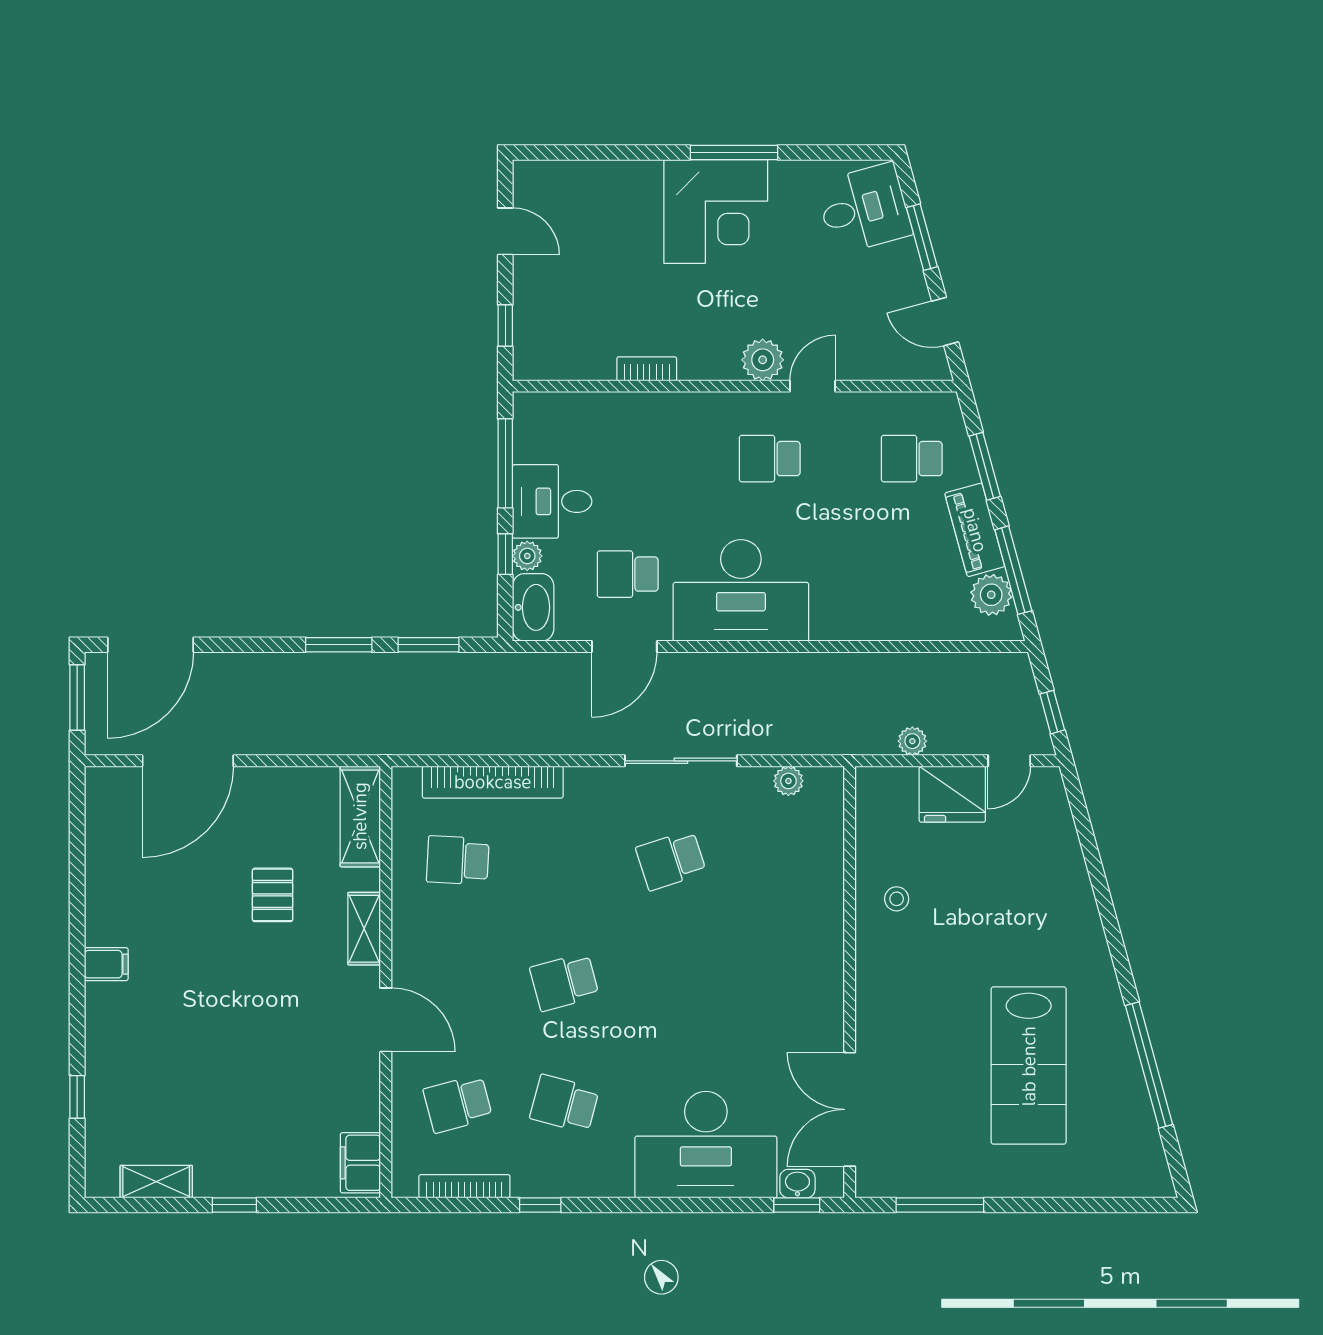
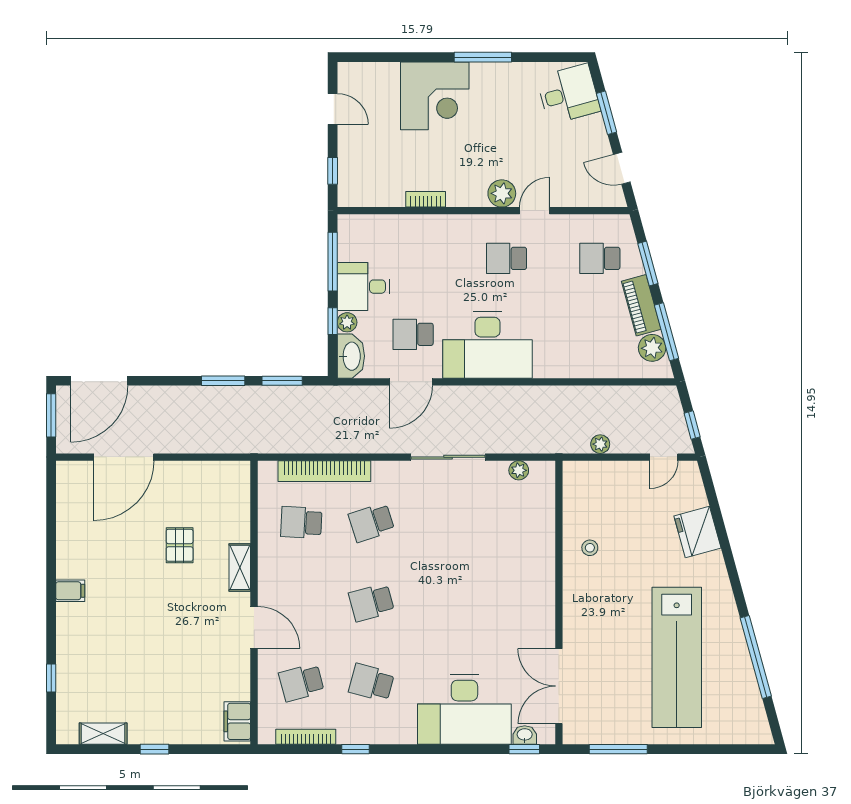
corner desk: (716, 211) -> (435, 96), moved
fridge: (952, 794) -> (697, 532), moved, turned 75
shelving: (360, 816) -> (237, 494), removed
school desk: (671, 860) -> (371, 522), moved
lab bench: (1029, 1066) -> (677, 657), width x1.36

